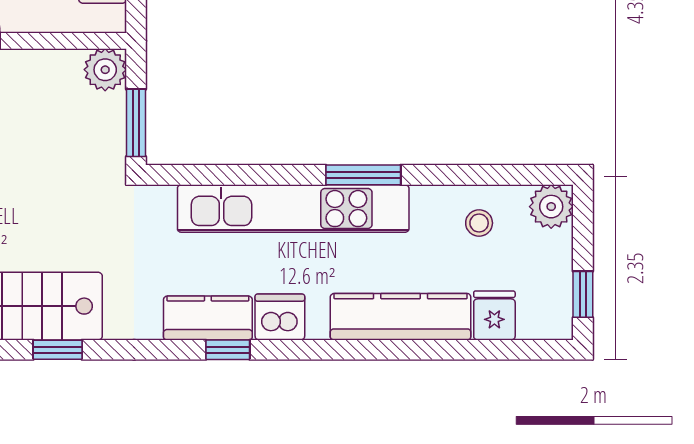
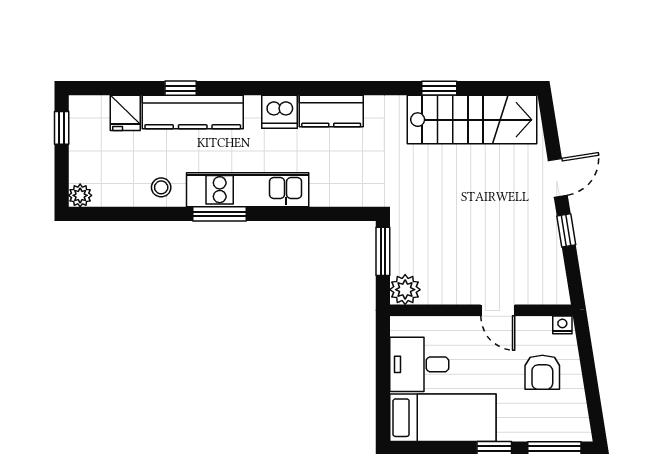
plant: (551, 207) -> (80, 195), width x0.73, depth x0.73
kitchen unit: (293, 209) -> (248, 190), width x0.73
stool: (479, 223) -> (161, 187), moved
window: (228, 350) -> (181, 88), moved

